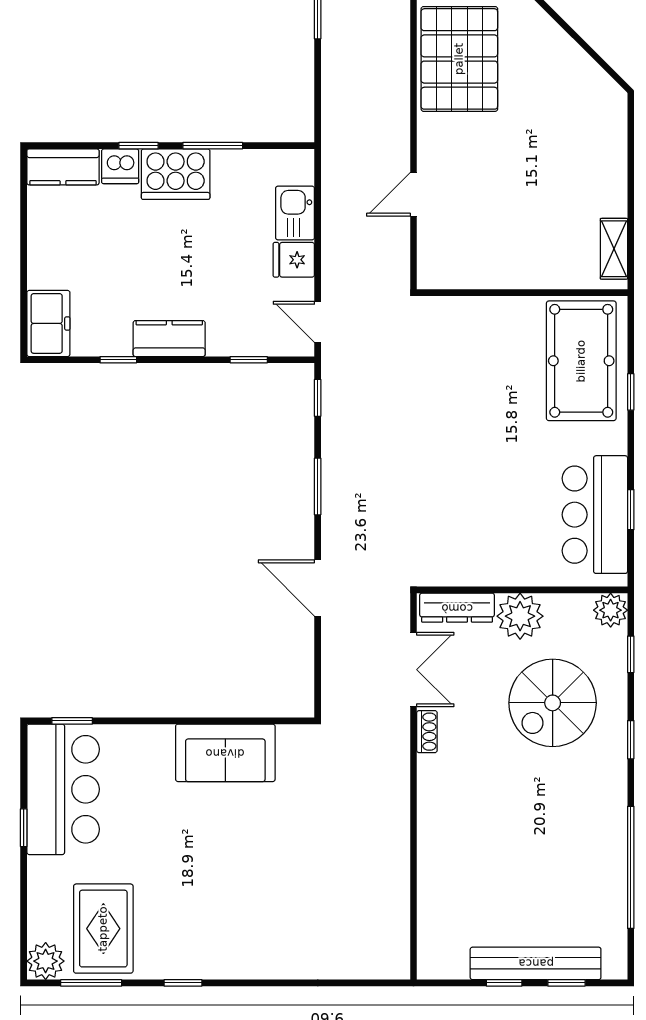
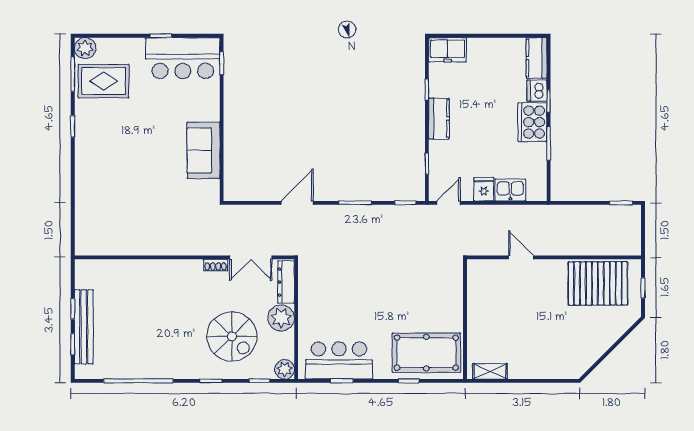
spiral stairs: (553, 703) -> (232, 336), turned 180

